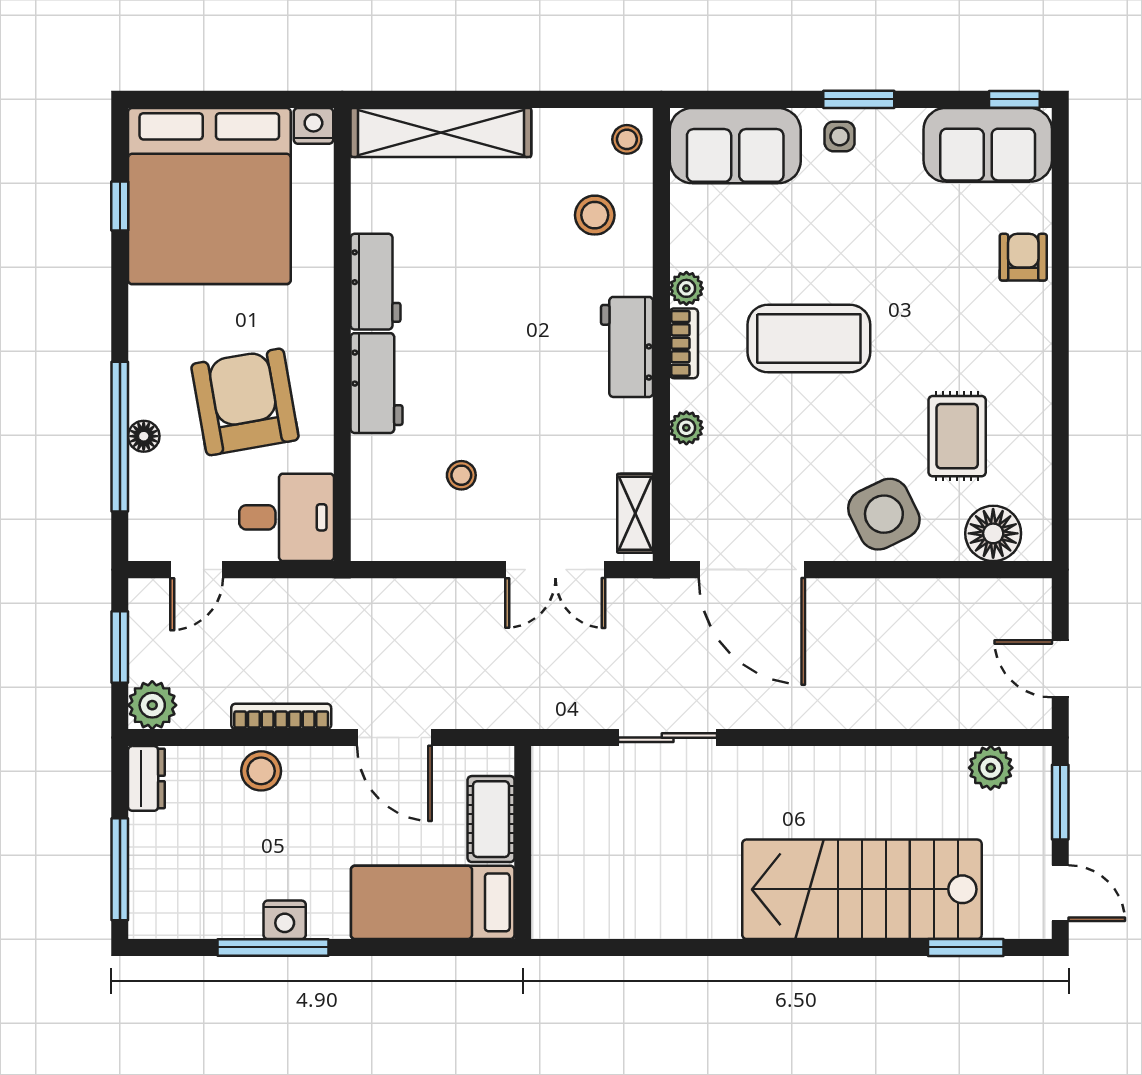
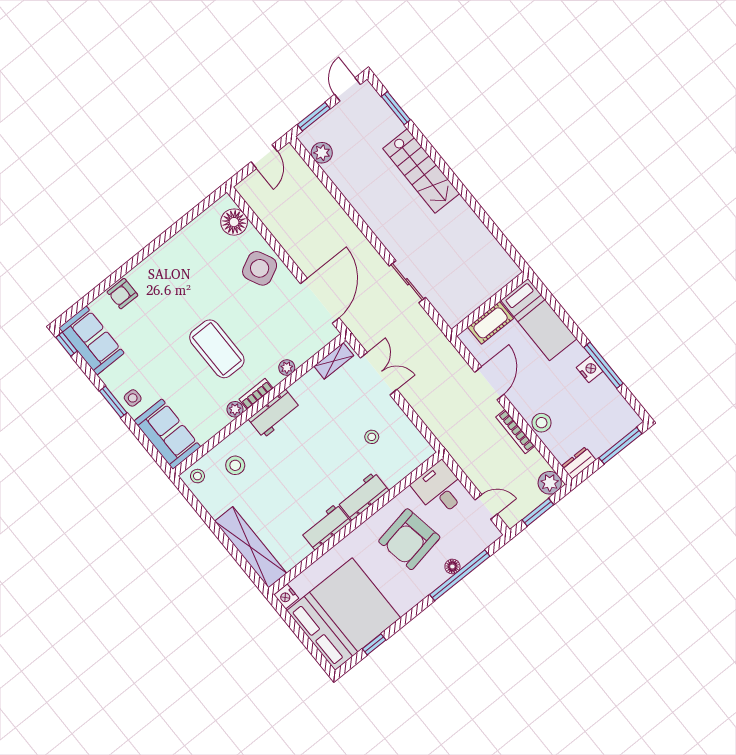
rug: (957, 436) -> (209, 265), removed
stairs: (862, 889) -> (421, 171), width x0.73, depth x0.66

